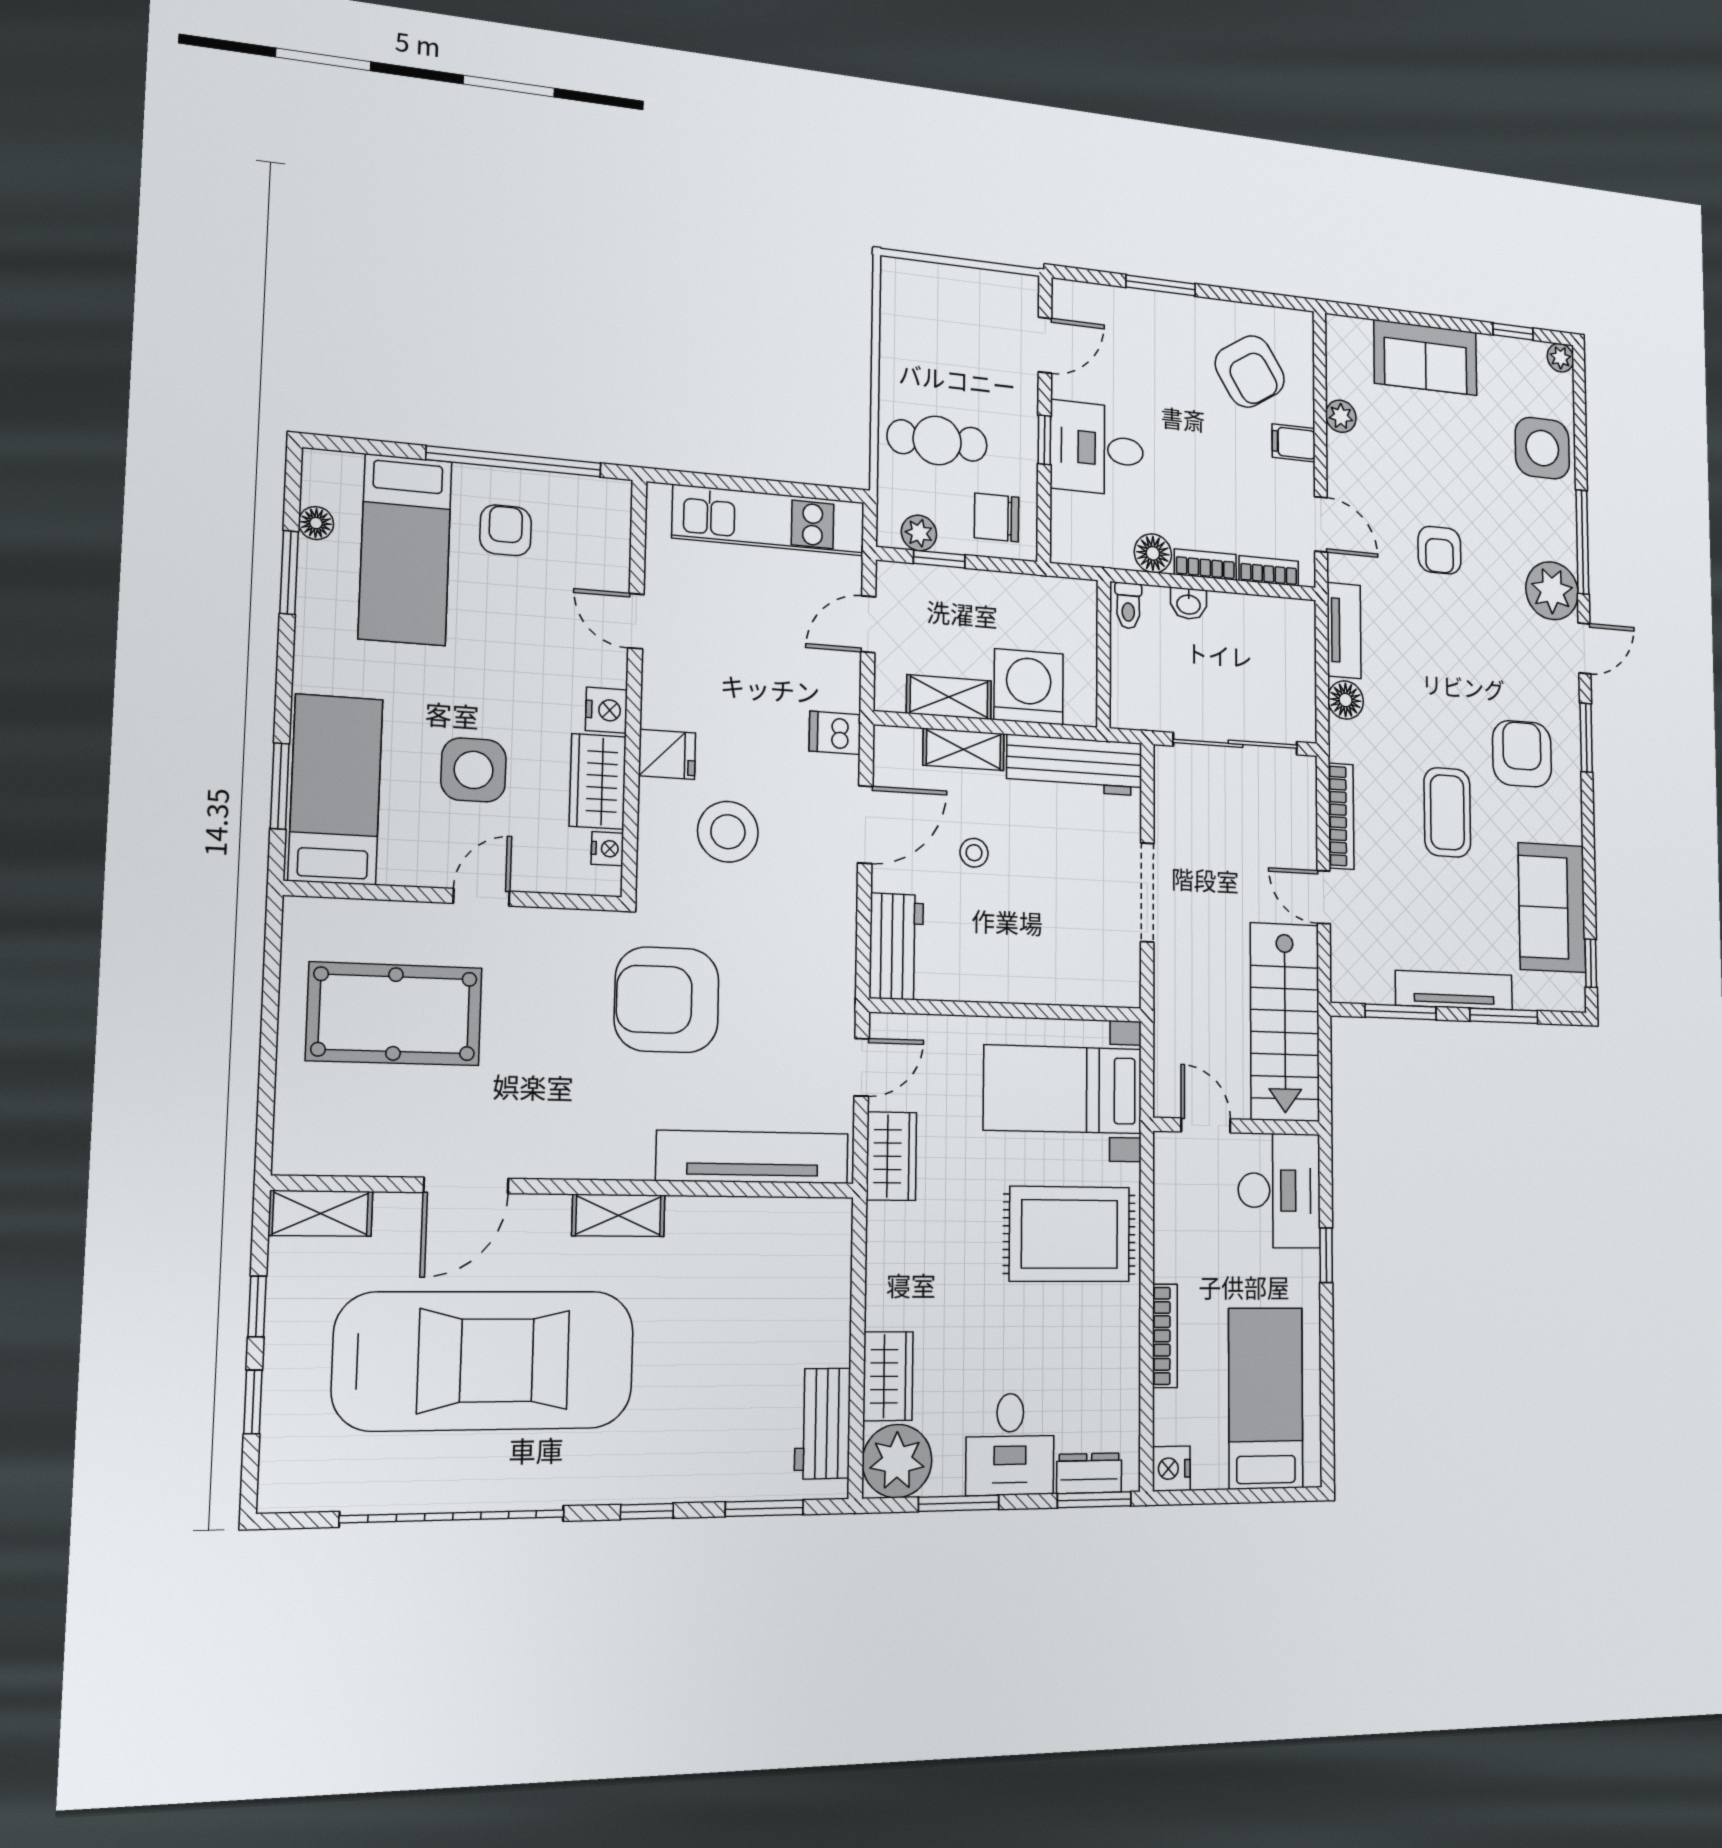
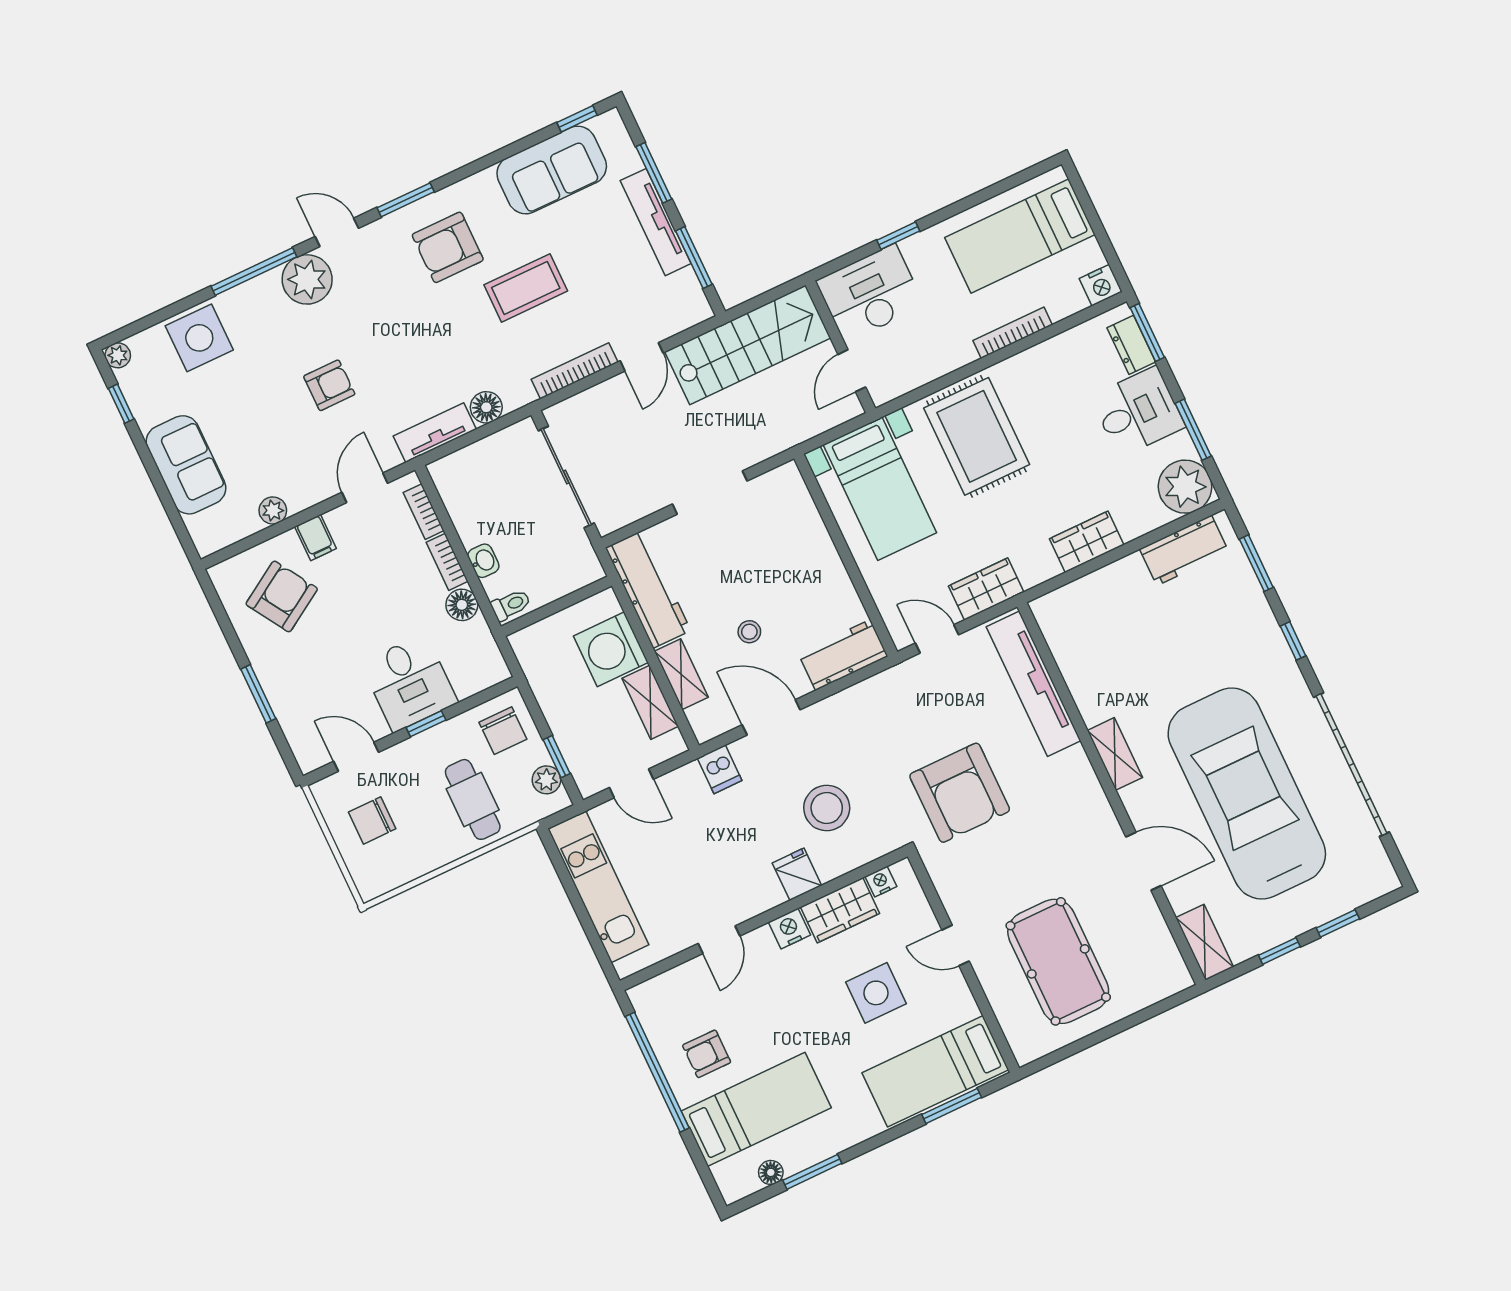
chair: (968, 320) -> (372, 820), added
wardrobe: (888, 1376) -> (1087, 542), moved

